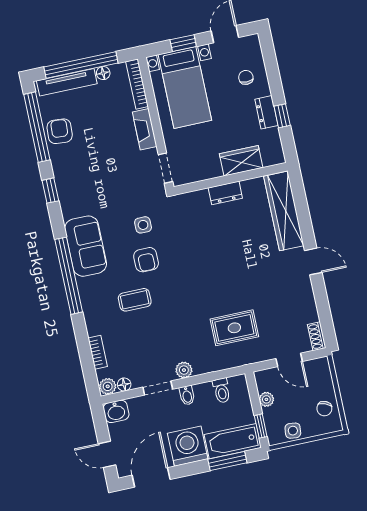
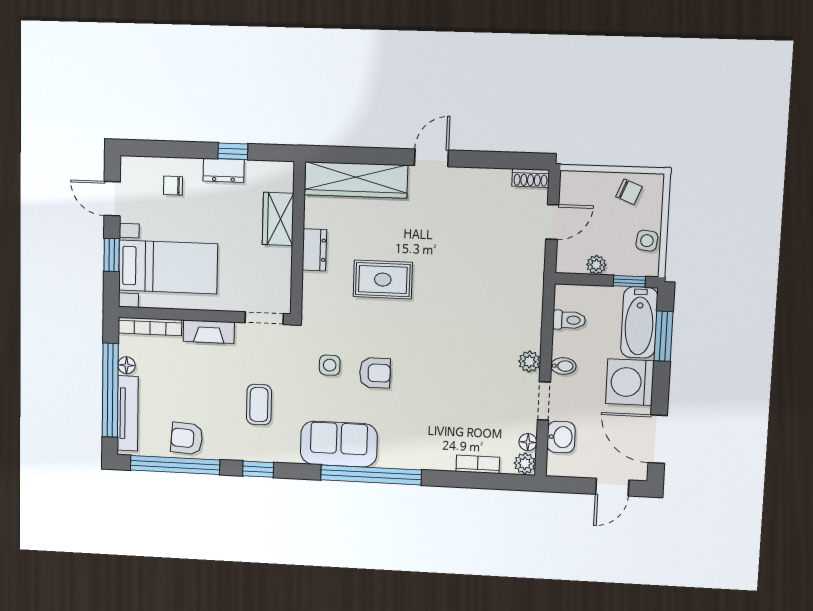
coffee table: (135, 300) -> (259, 405), moved
rug: (234, 328) -> (383, 280), moved, turned 90
washbasin: (116, 411) -> (561, 437), moved

